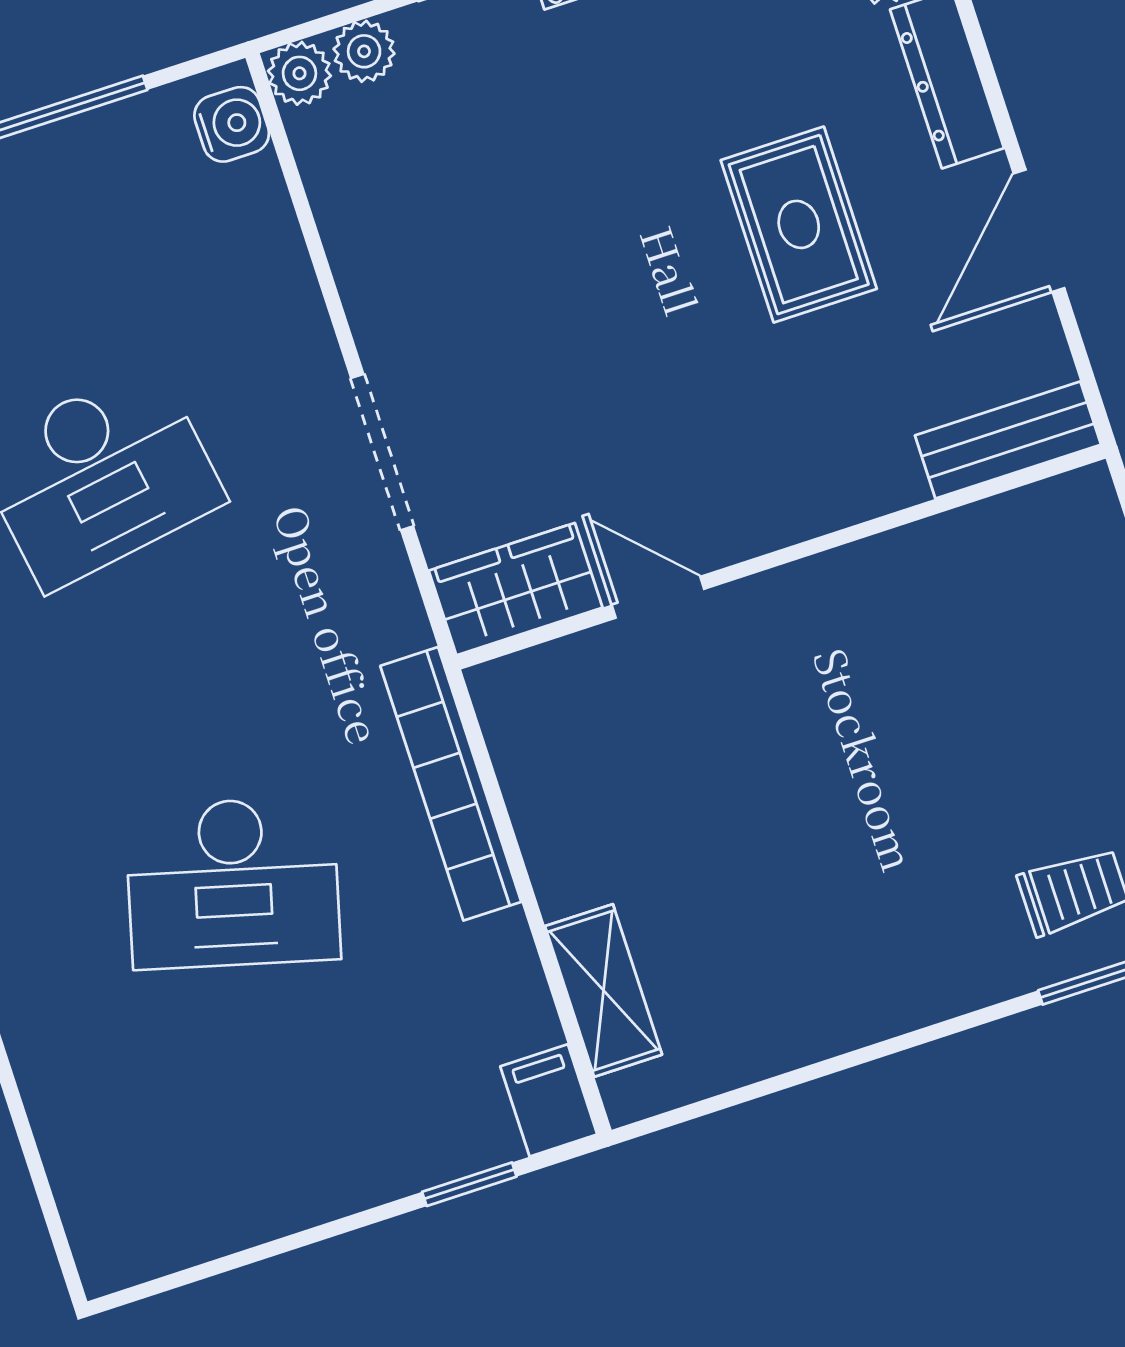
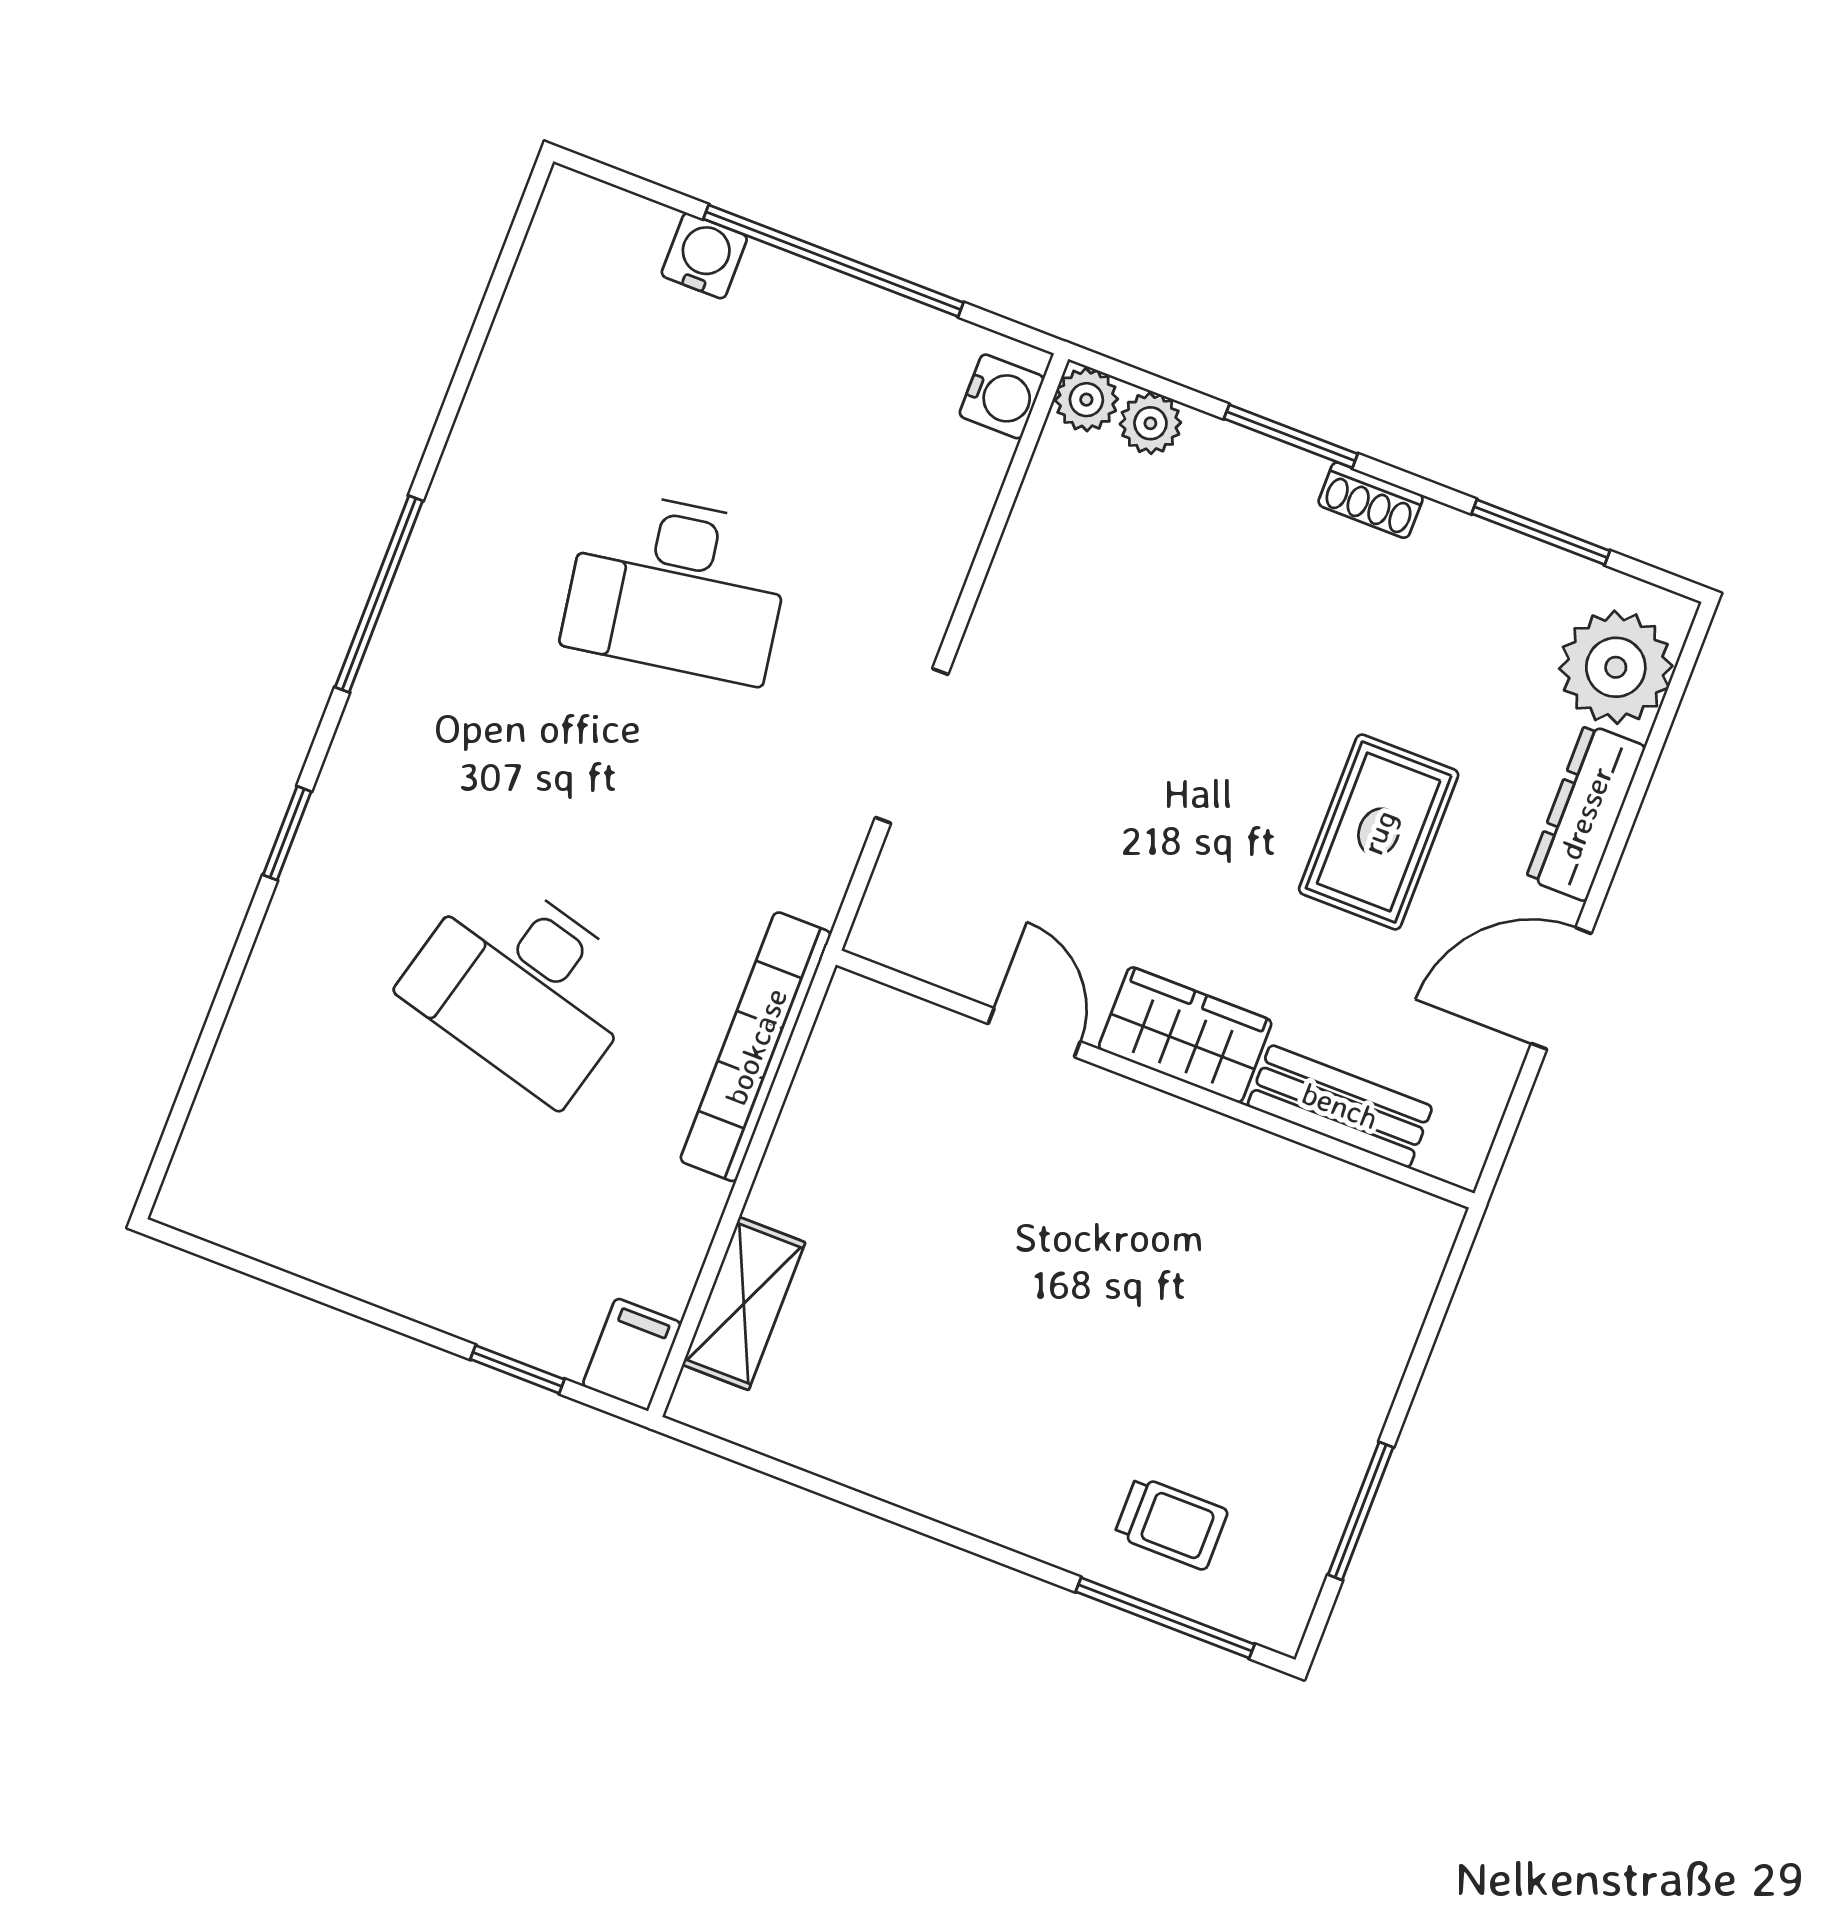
bench: (1008, 440) -> (1340, 1106), moved
wardrobe: (516, 589) -> (1185, 1035), moved

